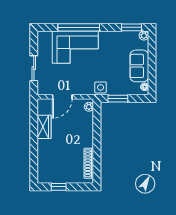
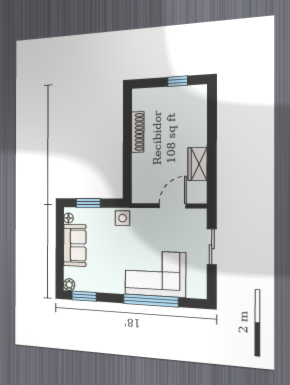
window: (118, 99) -> (88, 203), moved
plant: (89, 107) -> (137, 192), removed
shoe rack: (89, 163) -> (138, 132), moved

